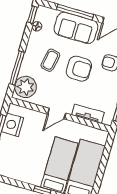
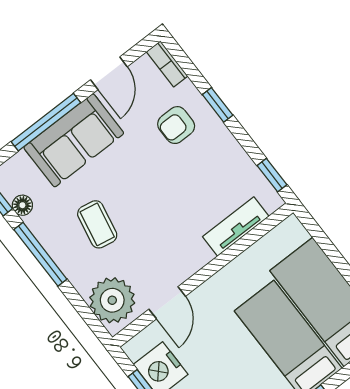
window: (17, 68) -> (40, 254), moved
armchair: (79, 69) -> (147, 186), removed
door: (57, 114) -> (167, 303), moved

